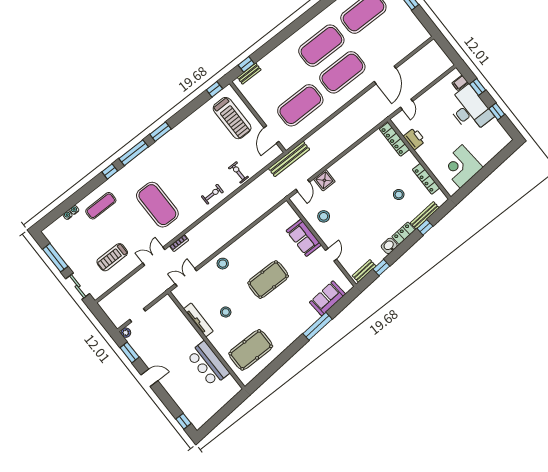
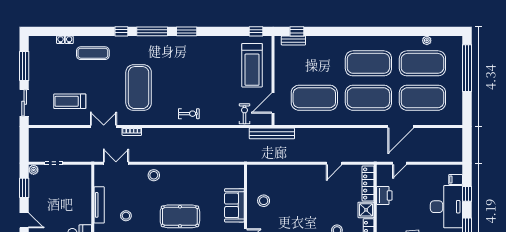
exercise mat: (384, 39) -> (422, 98), added
exercise bike: (238, 172) -> (244, 114), moved
shower: (324, 180) -> (366, 210), moved
door: (303, 186) -> (334, 163), moved

